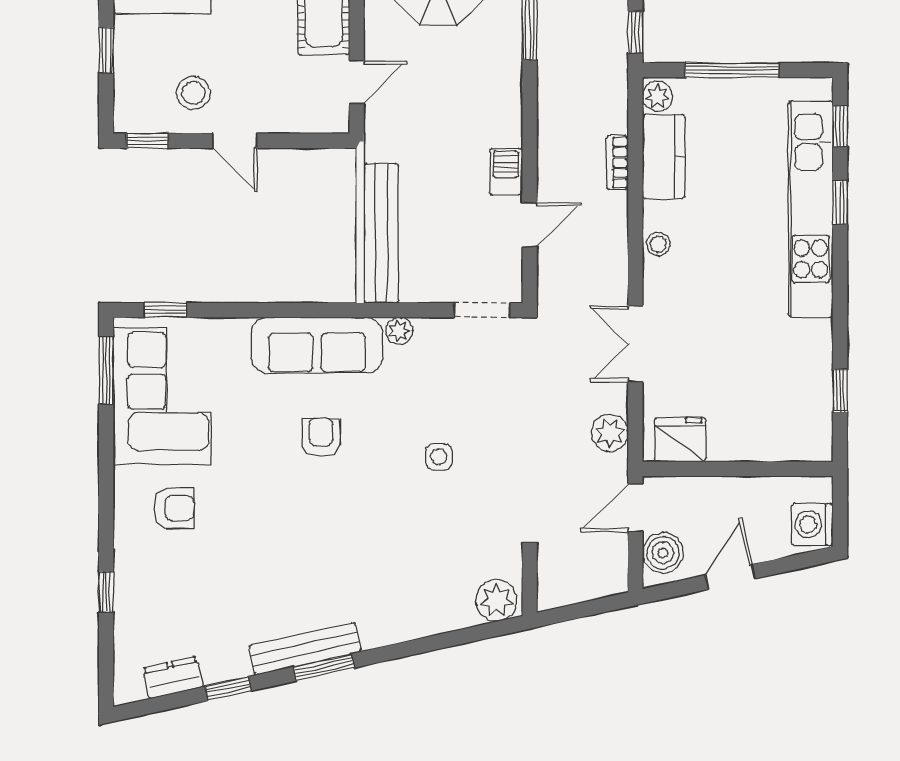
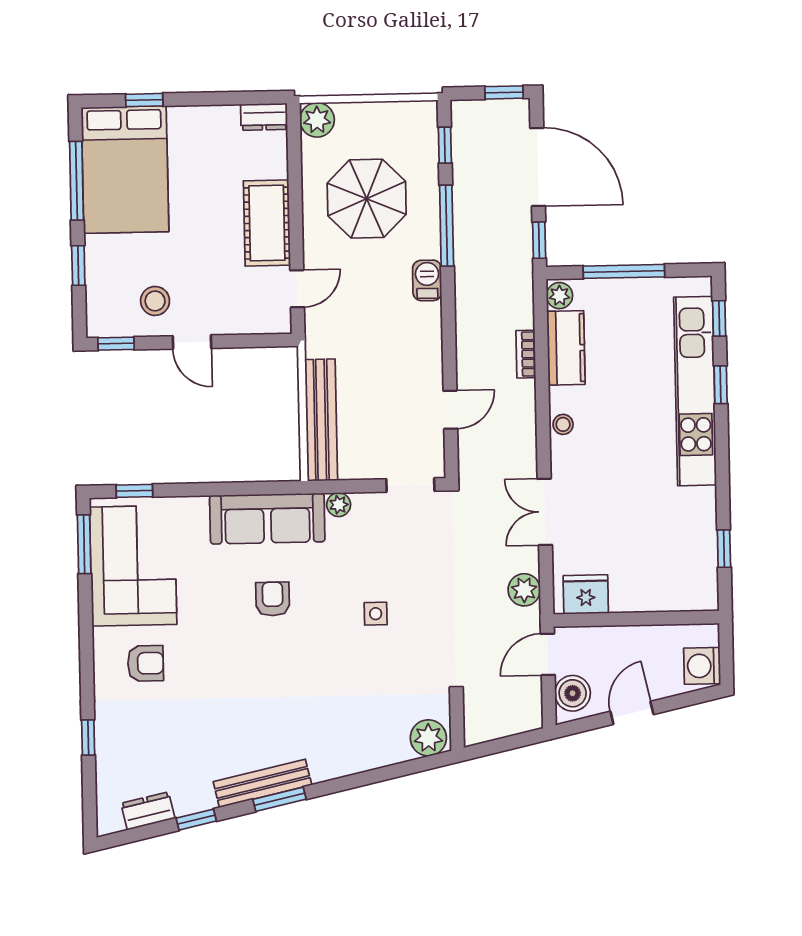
barbecue: (506, 172) -> (427, 280), moved

